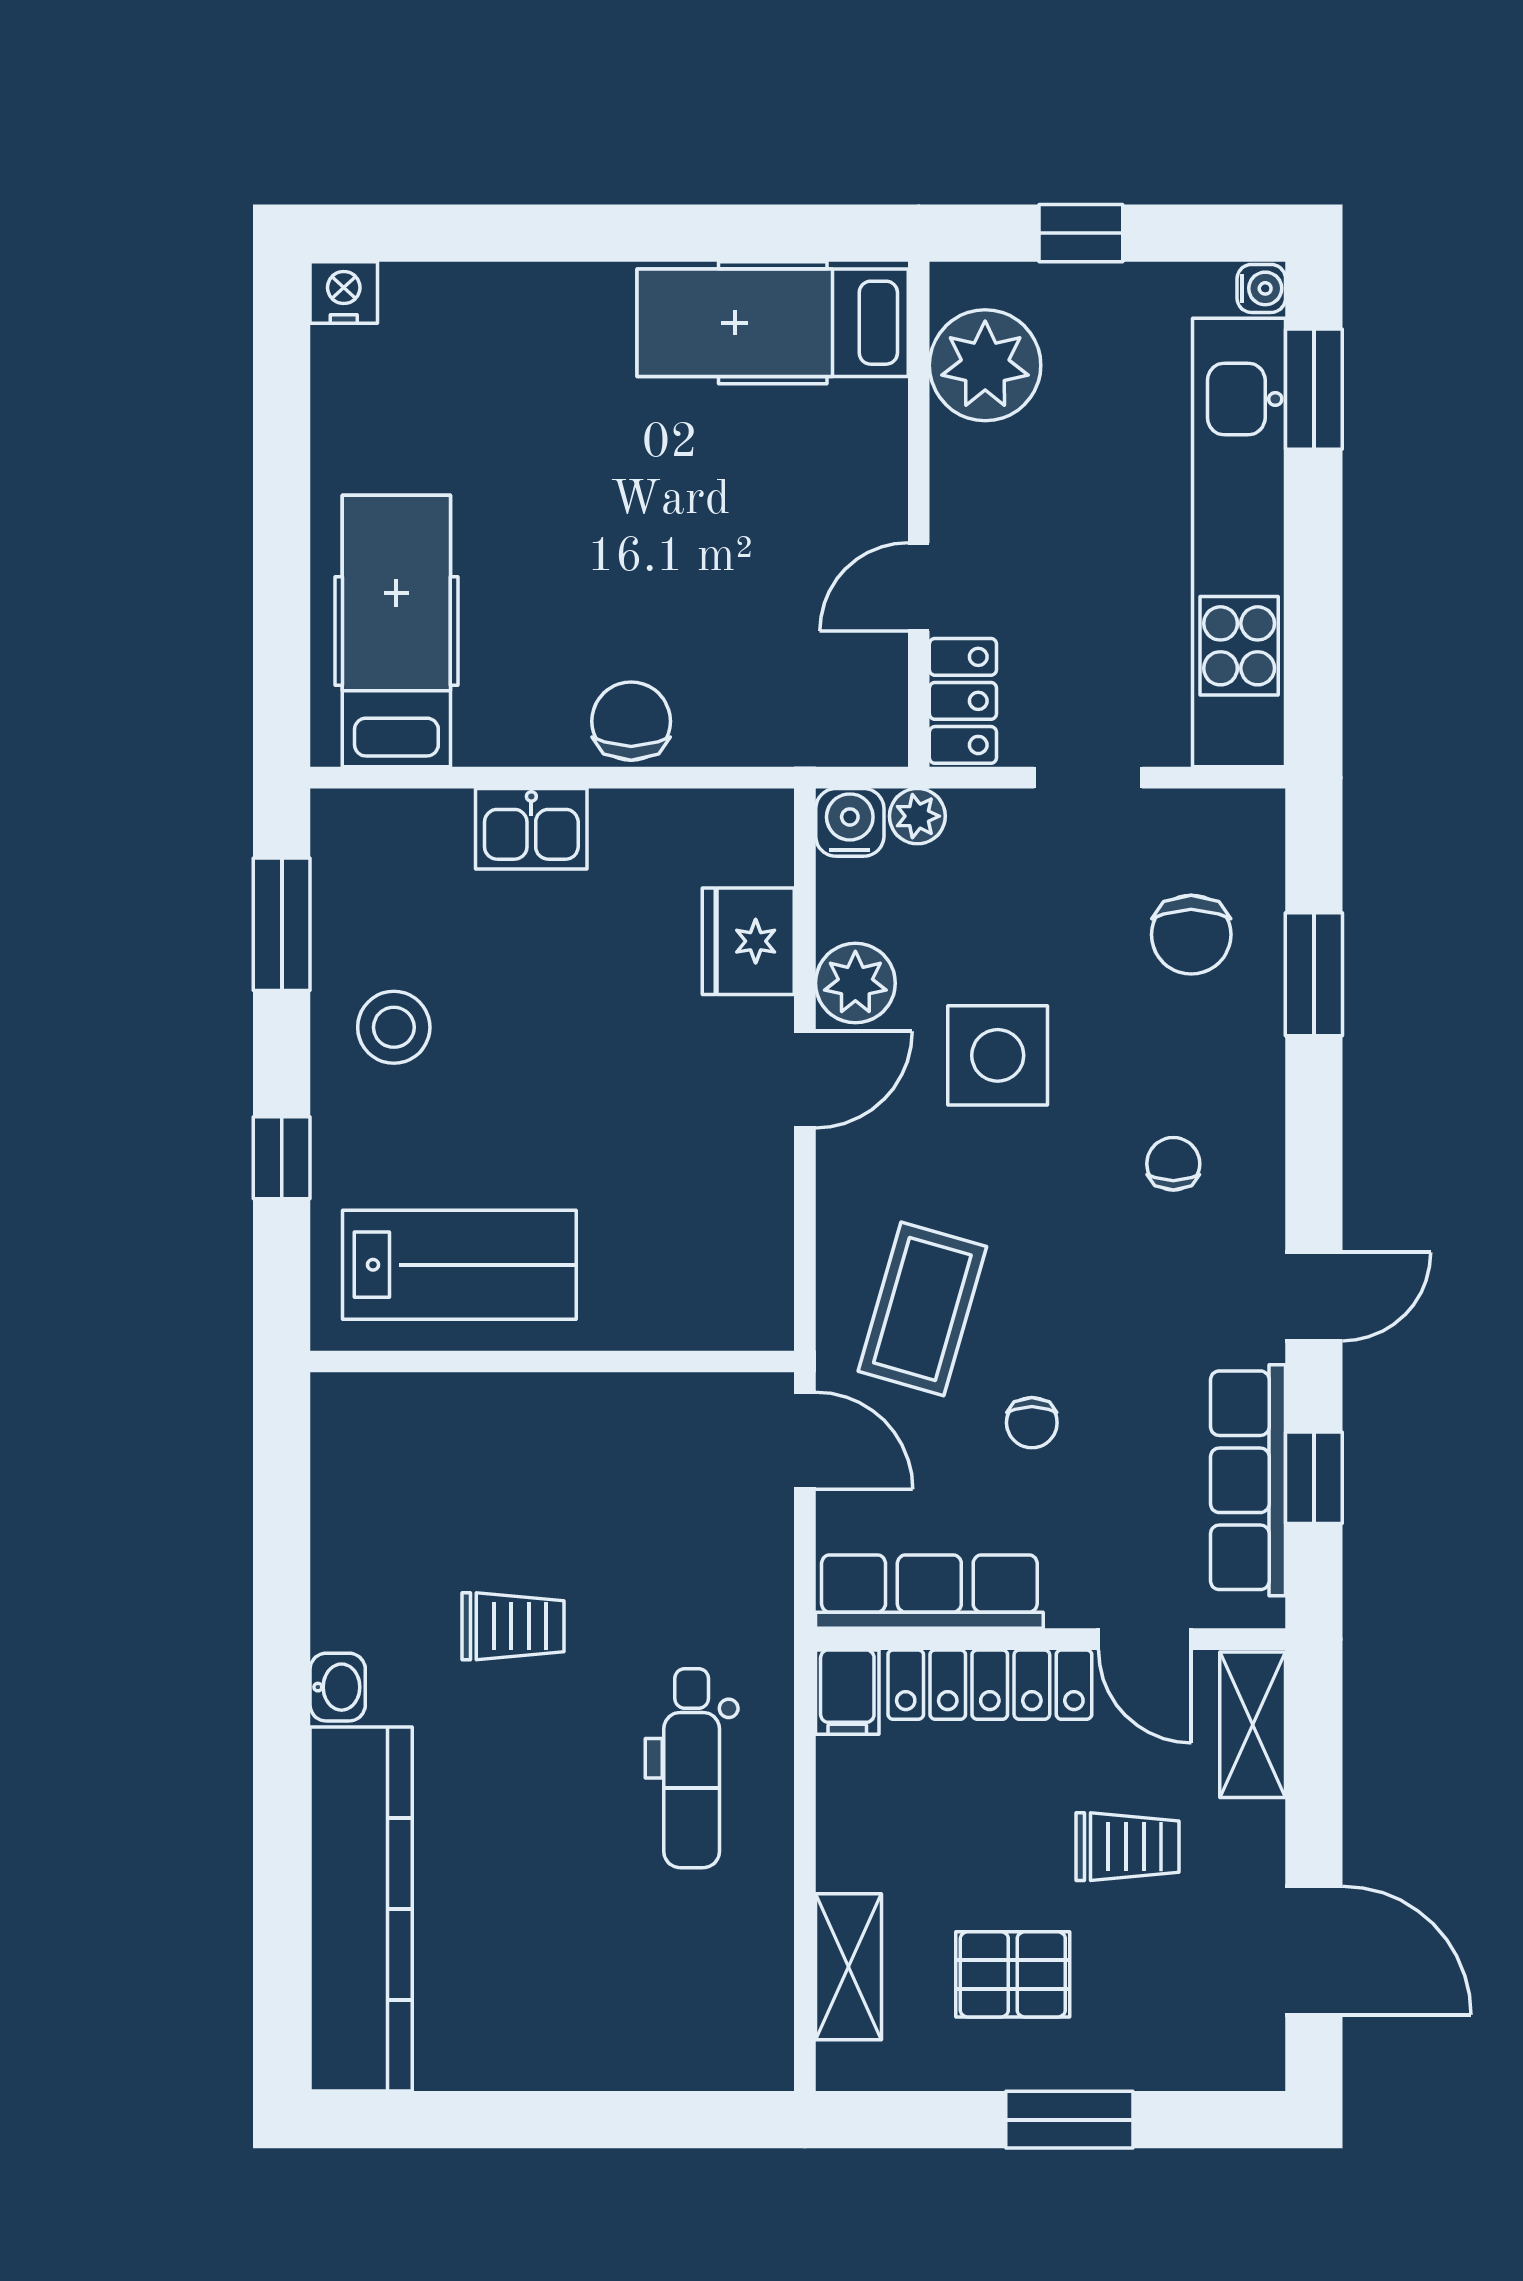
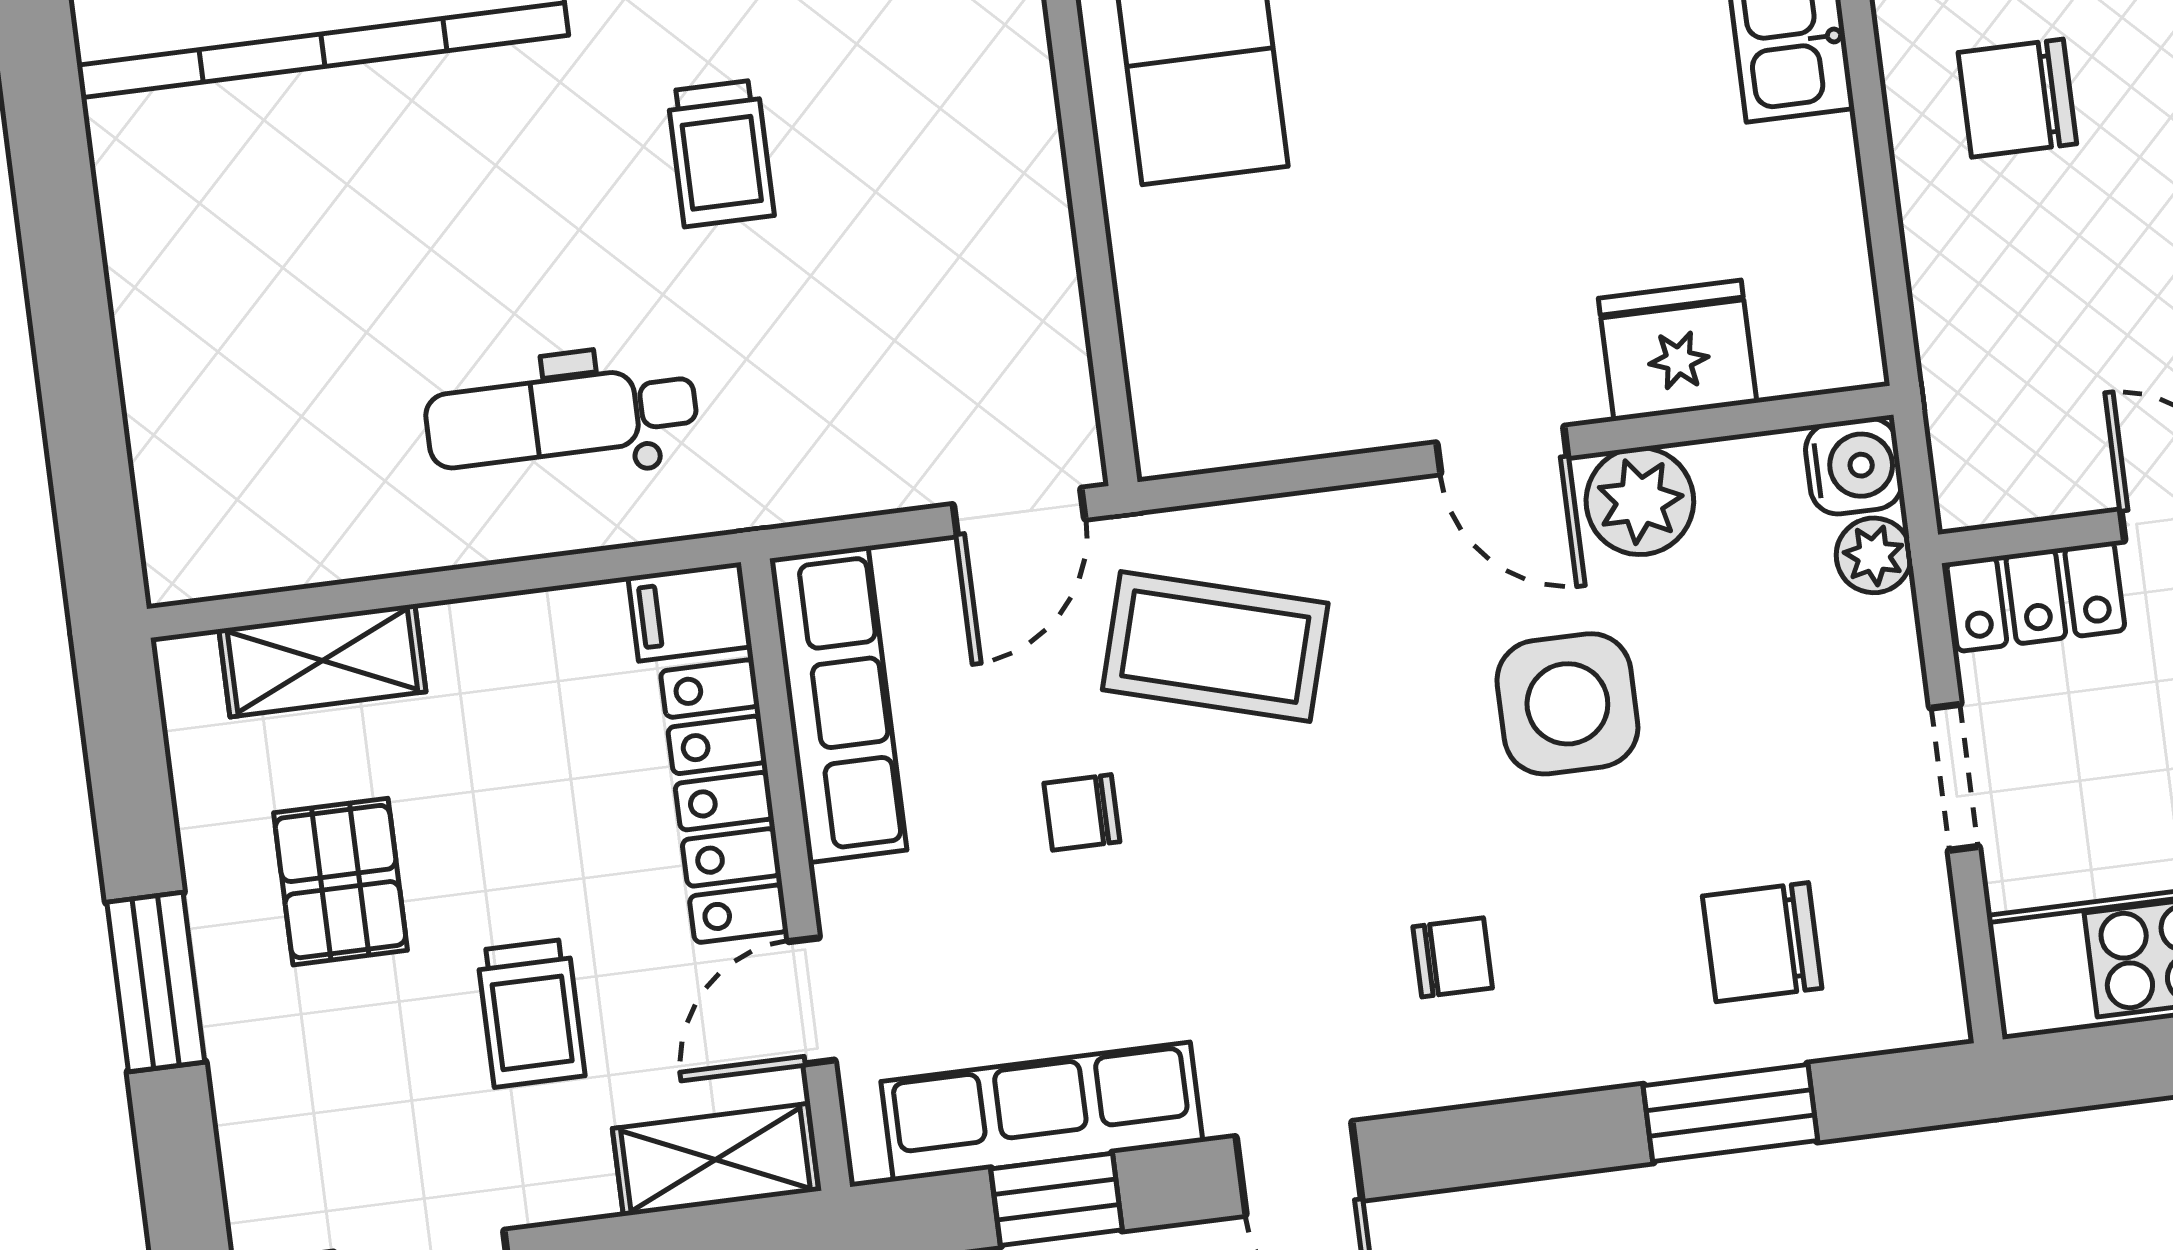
chair: (631, 721) -> (2017, 98), moved, turned 180

